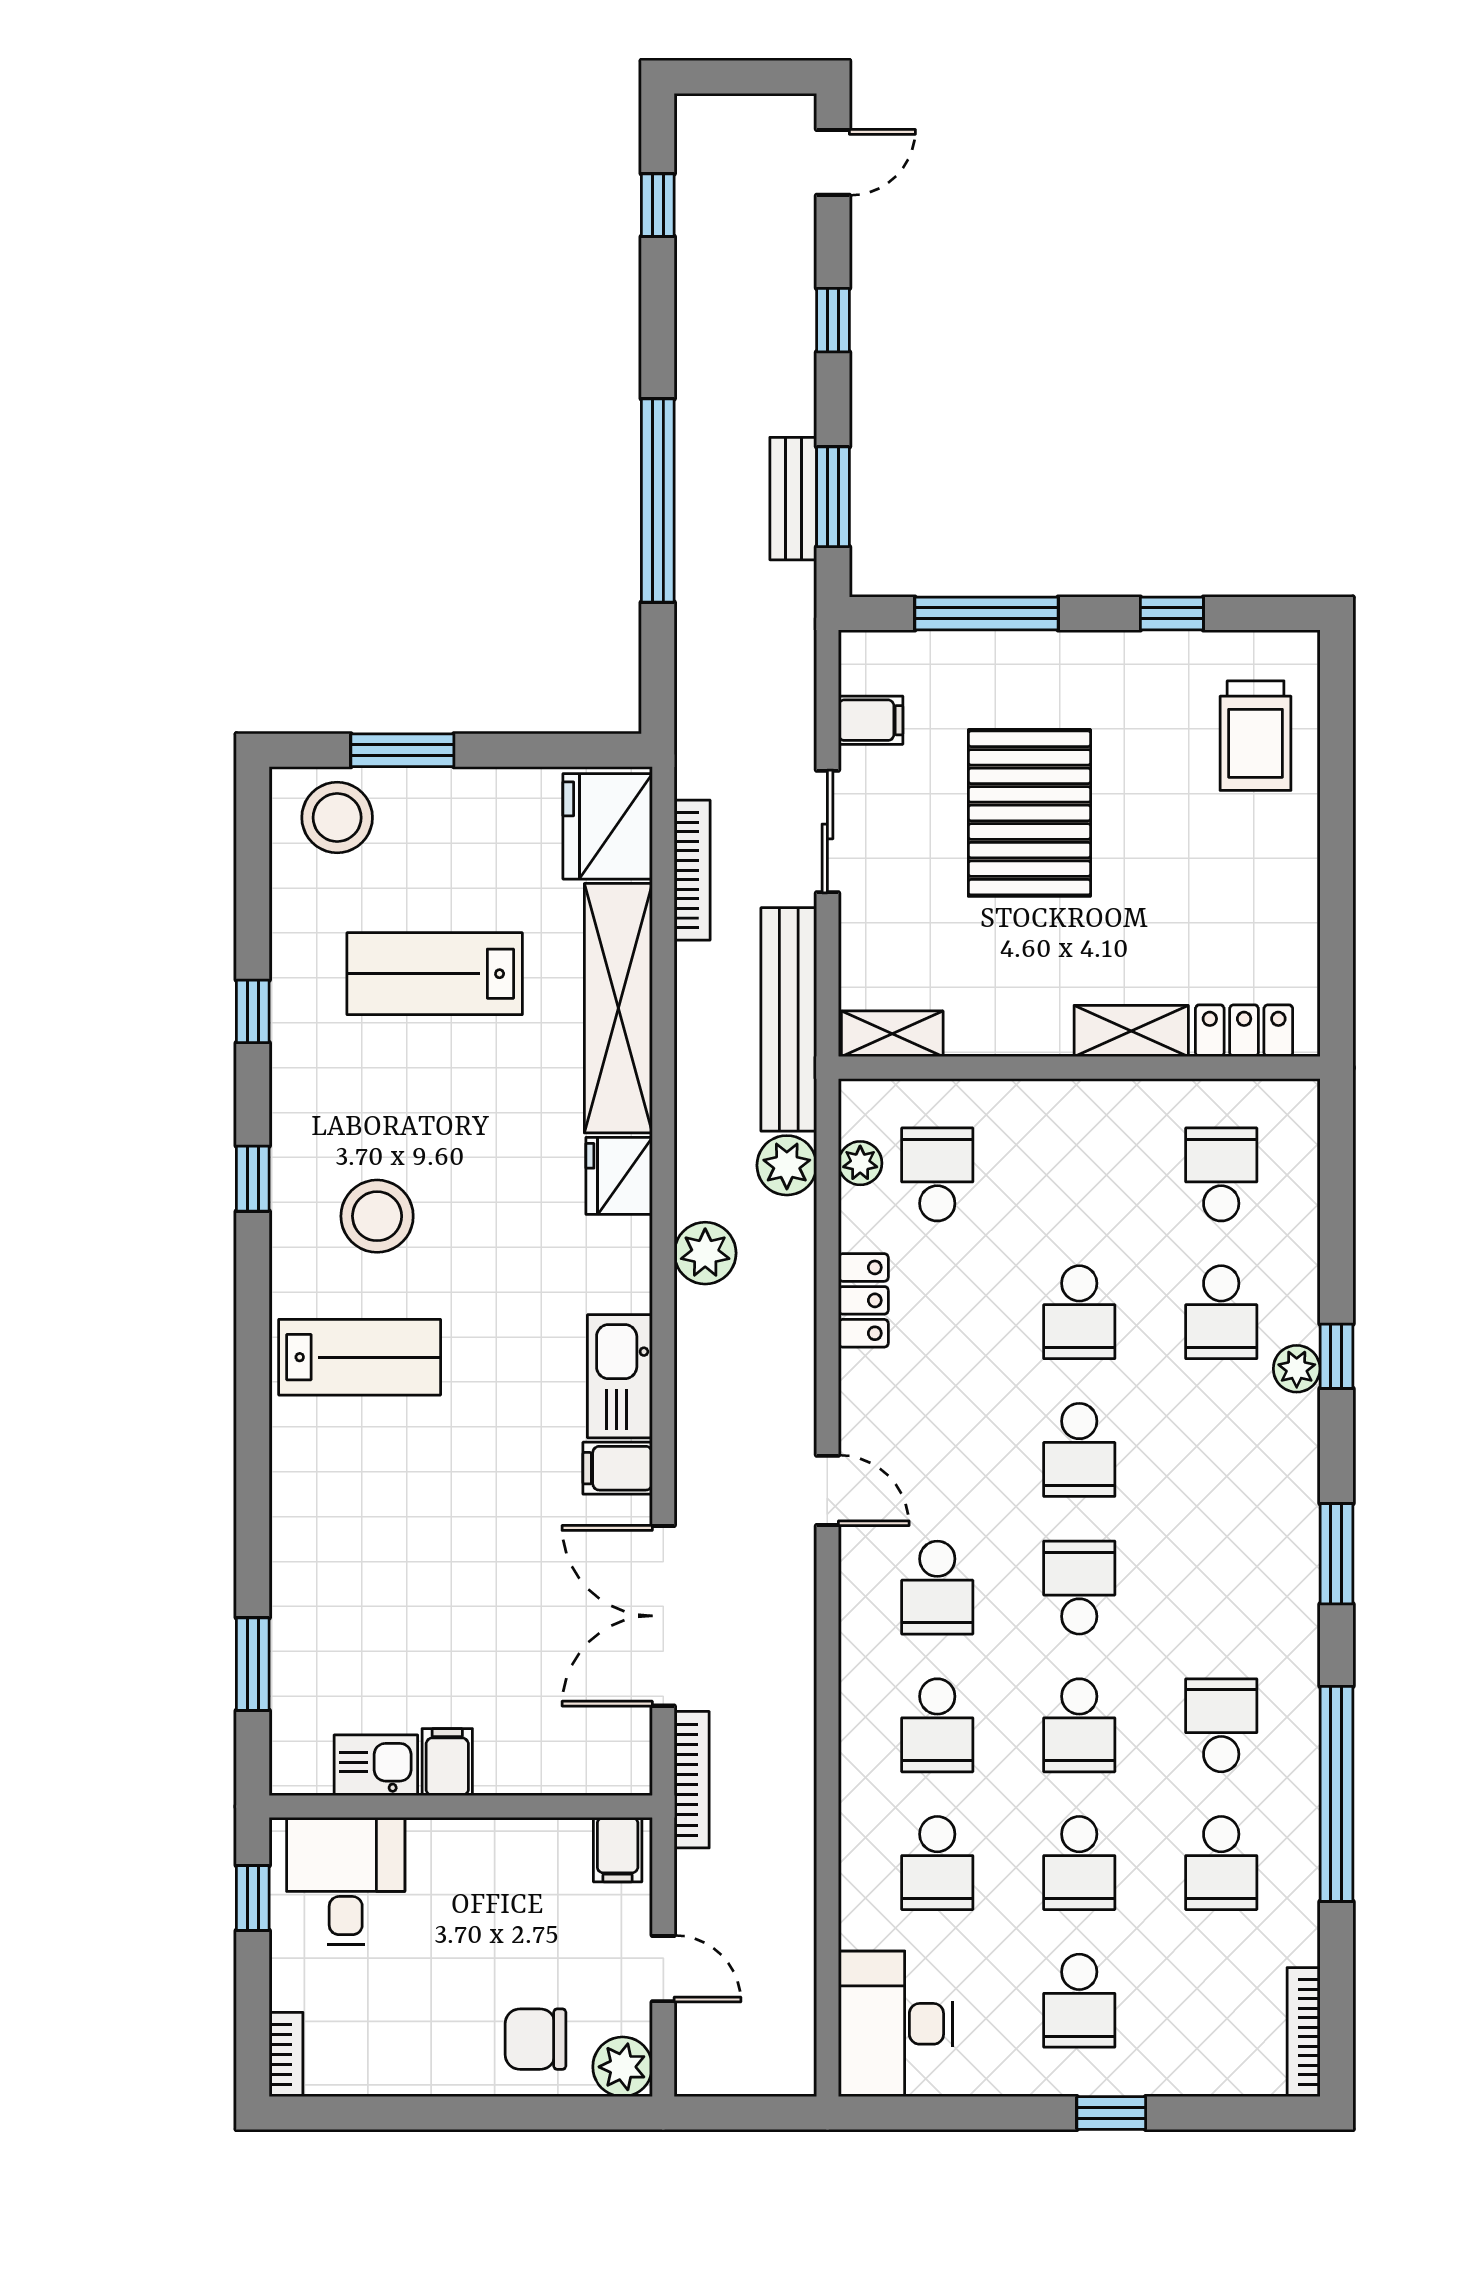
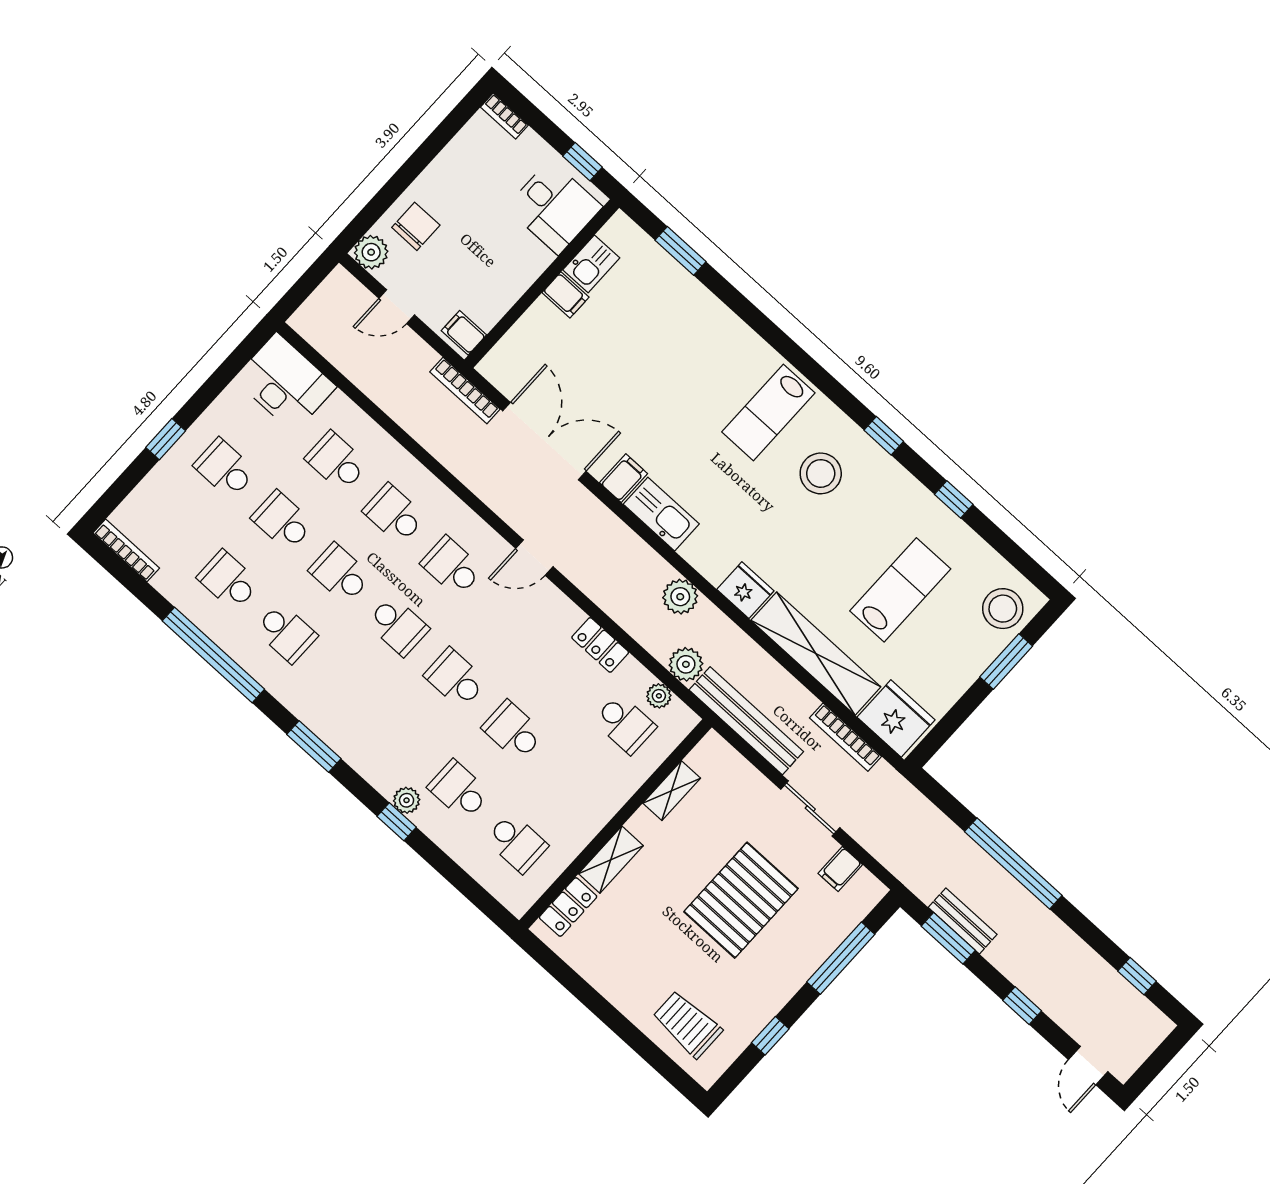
pallet: (1029, 813) -> (741, 900), turned 90
shelving: (892, 1034) -> (672, 791), moved

